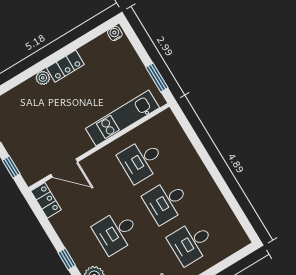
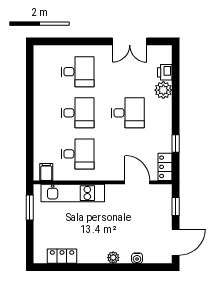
water cooler: (115, 33) -> (137, 258), moved
locker: (65, 66) -> (62, 256), moved
filing cabinet: (162, 123) -> (46, 172), added
window: (67, 259) -> (176, 144), moved

